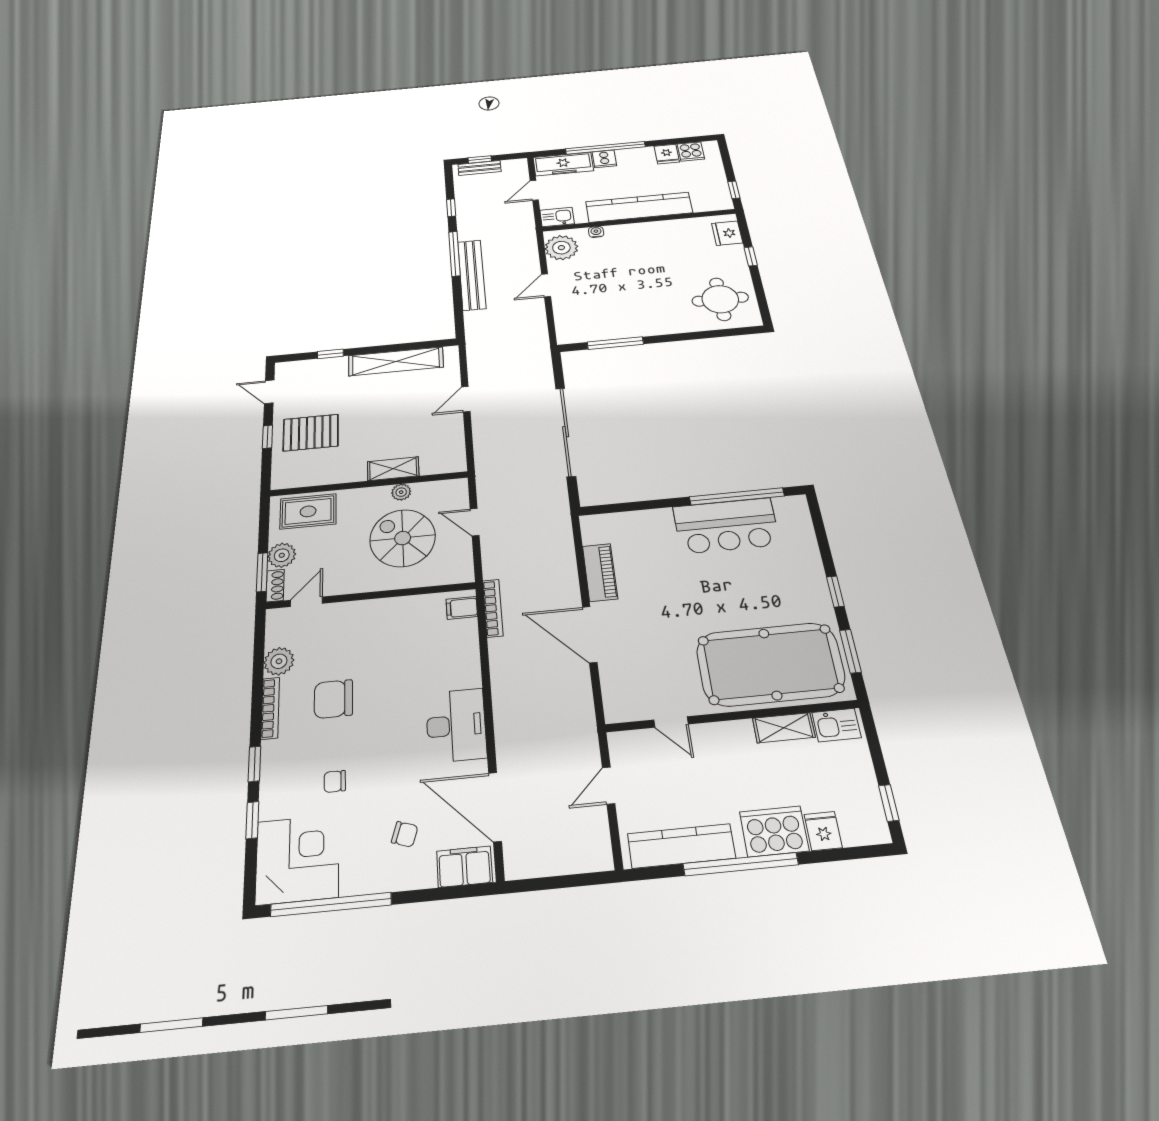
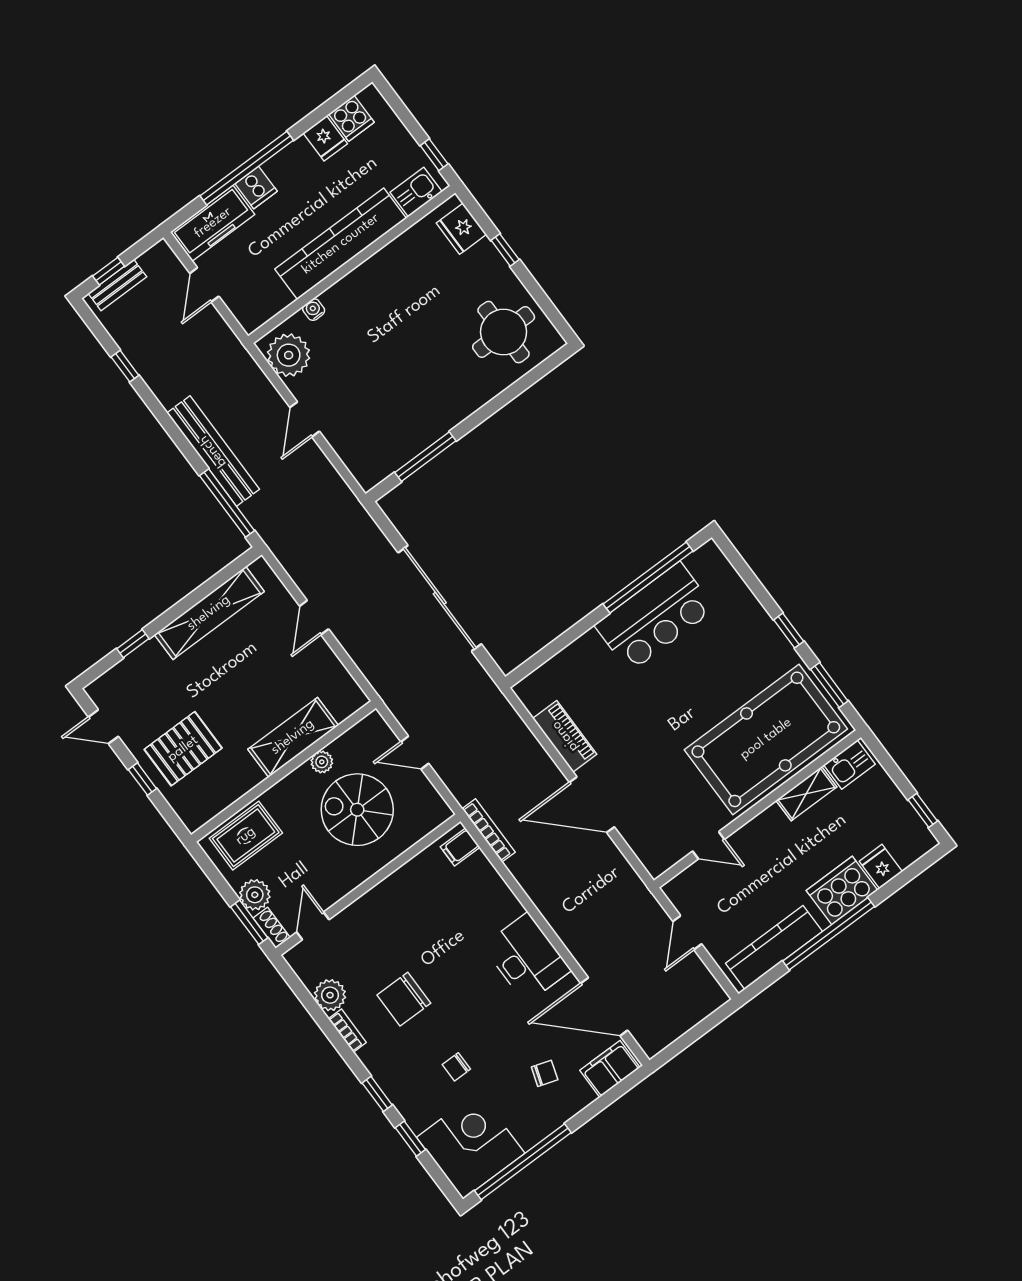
kitchen sink: (557, 217) -> (416, 192), moved
window: (454, 254) -> (227, 503), moved
shelving: (393, 469) -> (293, 737), width x1.50, depth x1.33
bookcase: (270, 708) -> (347, 1031), width x0.64

